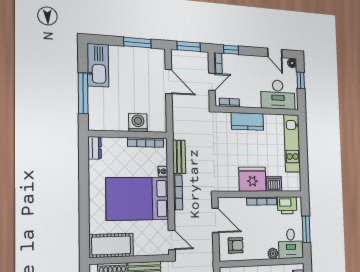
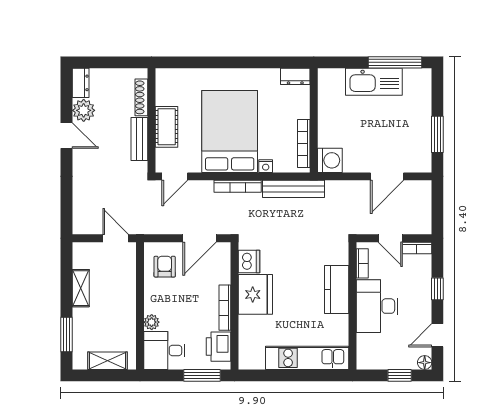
window: (189, 46) -> (437, 206), removed
window: (231, 50) -> (437, 289), moved
kitchen sink: (98, 65) -> (374, 82), moved
window: (83, 93) -> (395, 62), moved
desk: (278, 95) -> (377, 306), moved
washing machine: (138, 123) -> (330, 160), moved
bench: (179, 157) -> (294, 189), width x1.36
dishwasher: (274, 184) -> (249, 262), moved
window: (306, 229) -> (202, 375), moved
cot: (111, 245) -> (167, 127), moved, width x0.73, depth x0.75
armchair: (236, 245) -> (165, 267), turned 180

